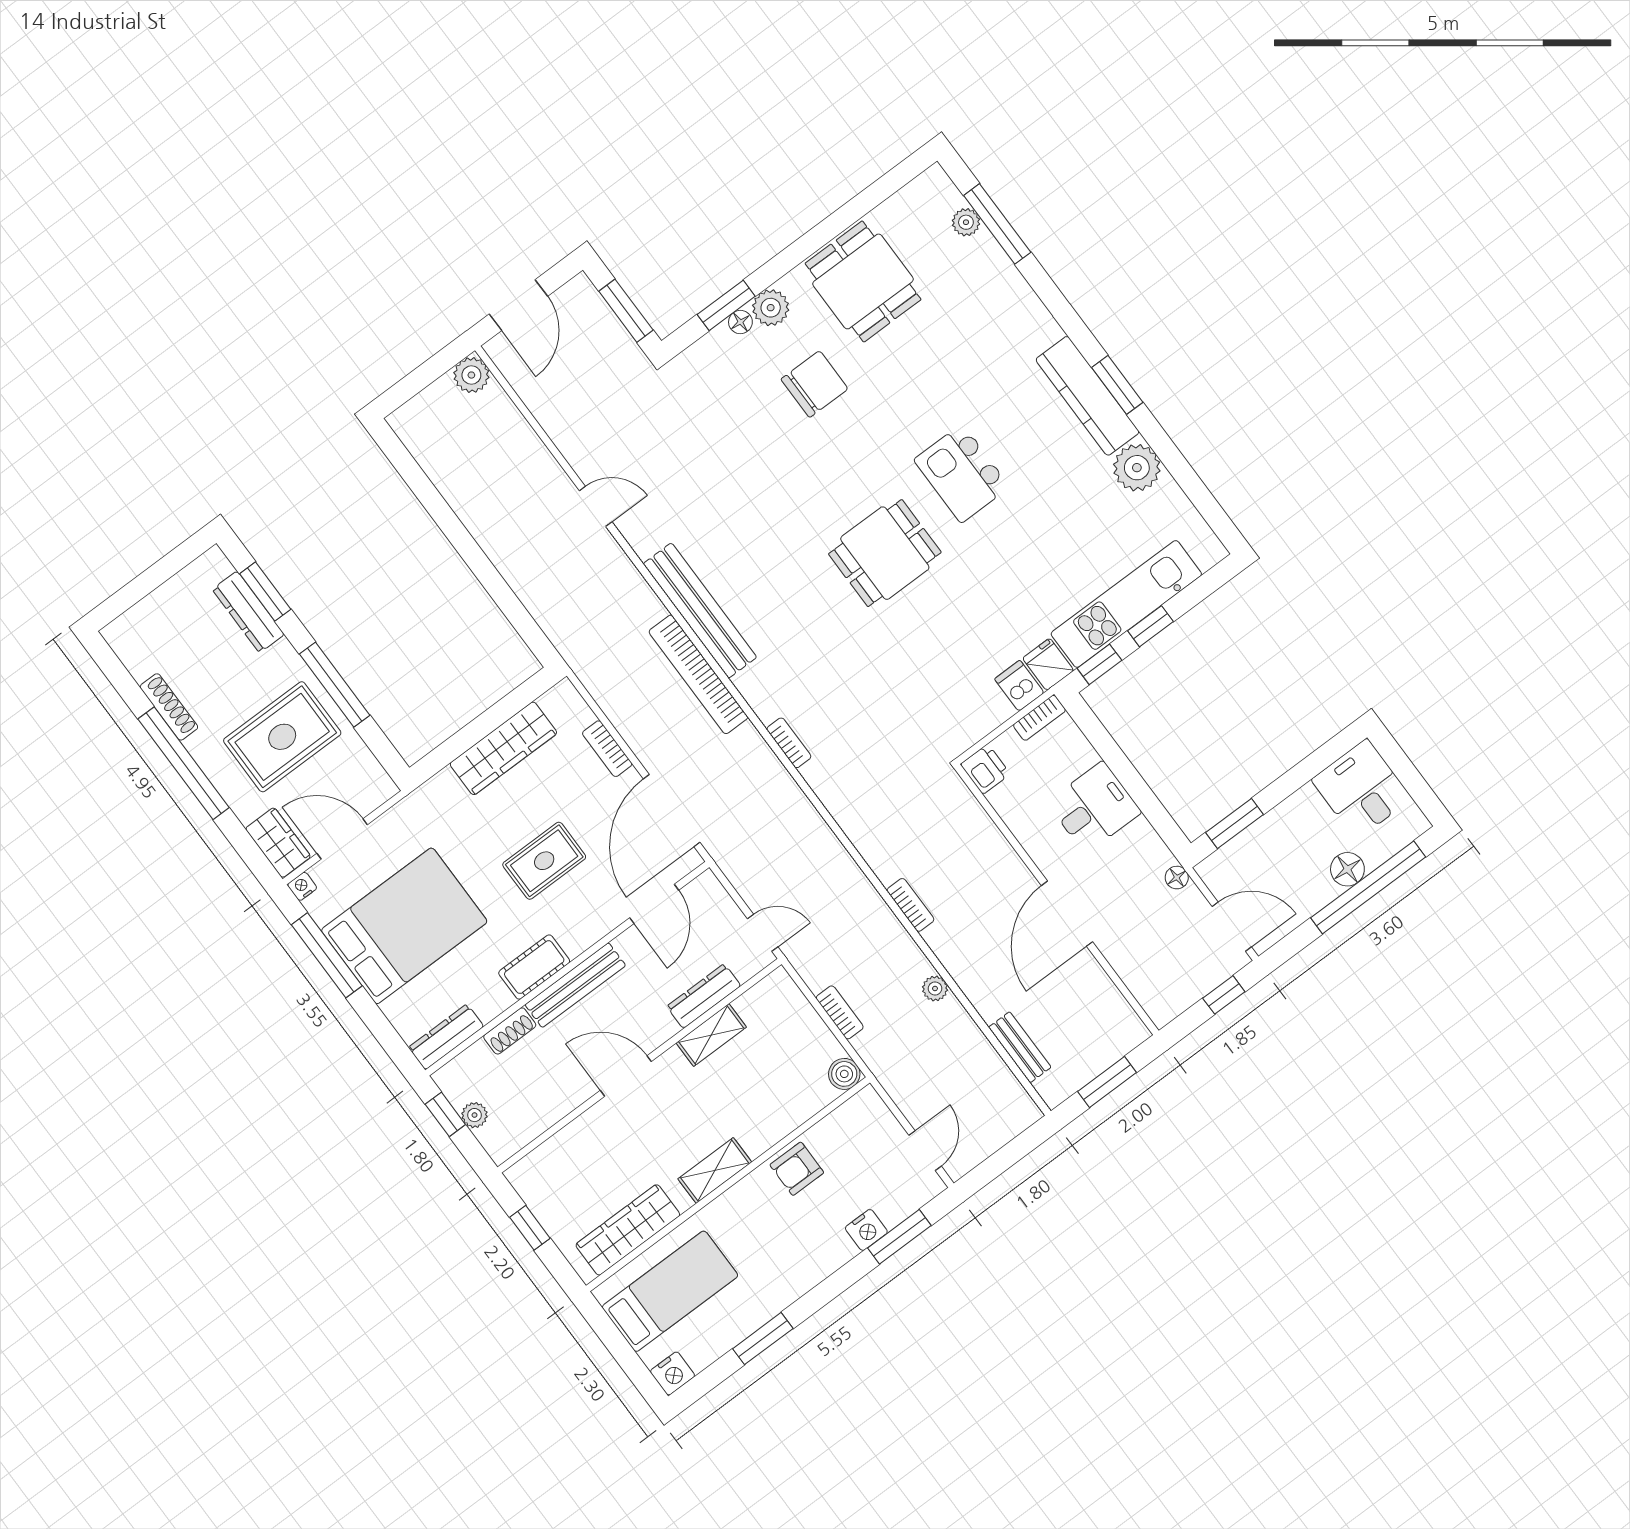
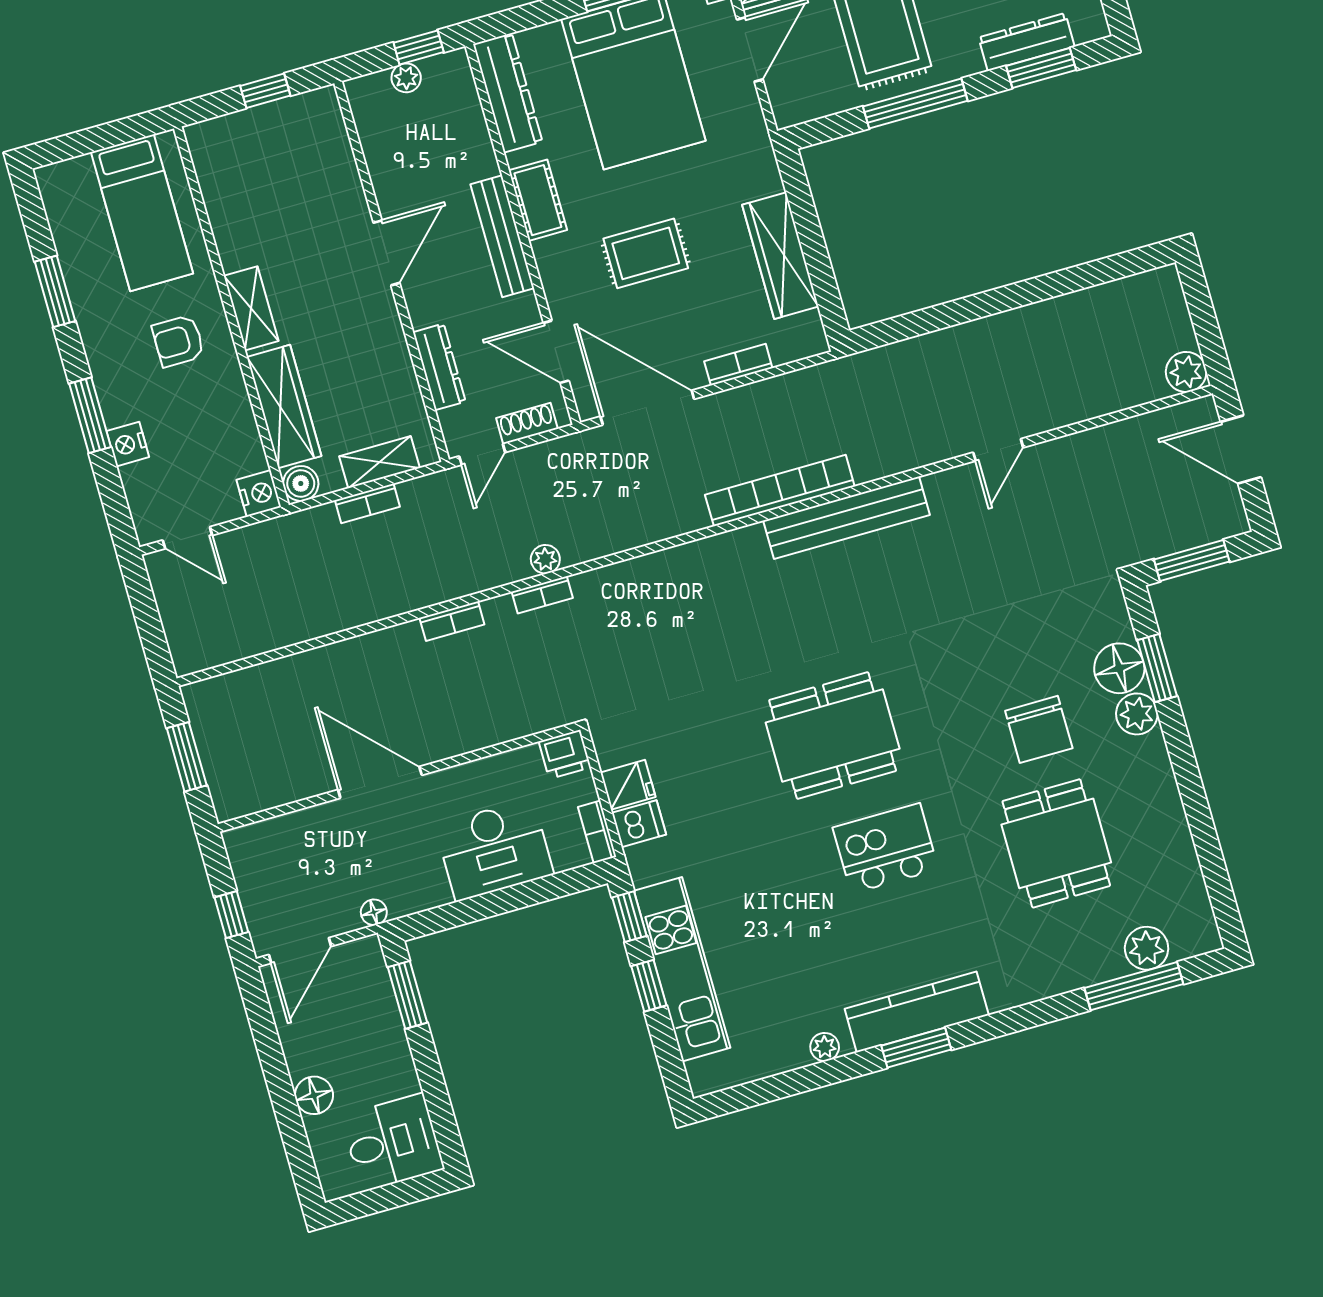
plant: (966, 222) -> (1147, 948), width x1.38, depth x1.38
dining table: (863, 281) -> (1056, 843), moved, turned 90
floor lamp: (740, 322) -> (1119, 668), width x1.89, depth x1.89
plant: (1137, 468) -> (825, 1047), width x0.53, depth x0.53
dining table: (885, 553) -> (833, 736), width x1.38
fridge: (1048, 664) -> (628, 785), moved
bookcase: (789, 743) -> (542, 595), moved
desk: (1094, 807) -> (494, 850), width x1.37
rug: (544, 861) -> (646, 253), turned 90
window: (1368, 887) -> (287, 1110), removed
plant: (935, 988) -> (545, 559), moved
shoe rack: (510, 1031) -> (527, 424), moved, turned 90
shelving: (711, 1035) -> (380, 462), moved, turned 90
dresser: (446, 1037) -> (508, 93), width x1.37, depth x1.24
bench: (1020, 1047) -> (258, 679), removed
armchair: (797, 1169) -> (178, 341), moved, turned -90
wardrobe: (628, 1230) -> (284, 407), moved
window: (899, 1237) -> (90, 415), moved
nightstand: (673, 1373) -> (259, 493), moved, turned 180

